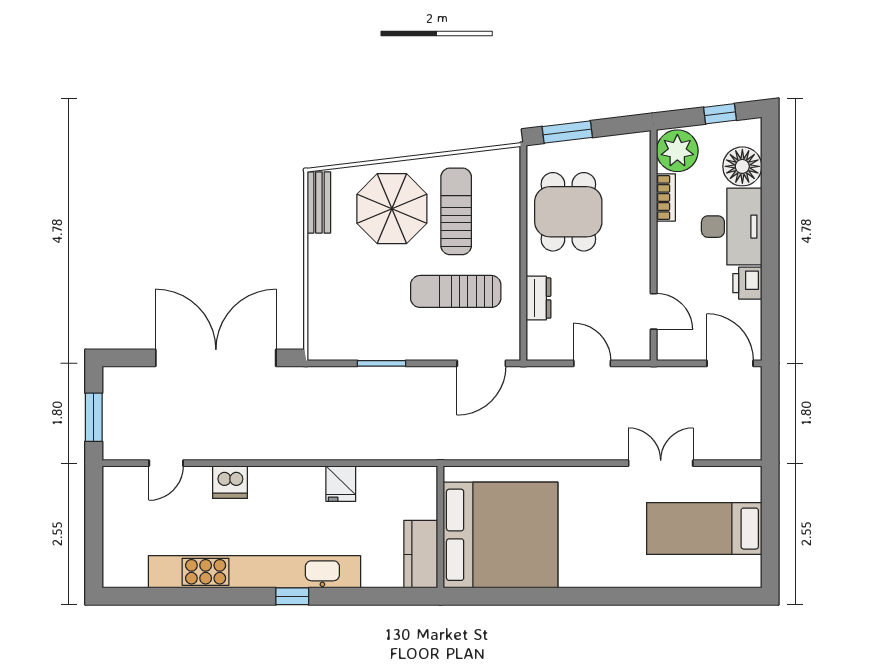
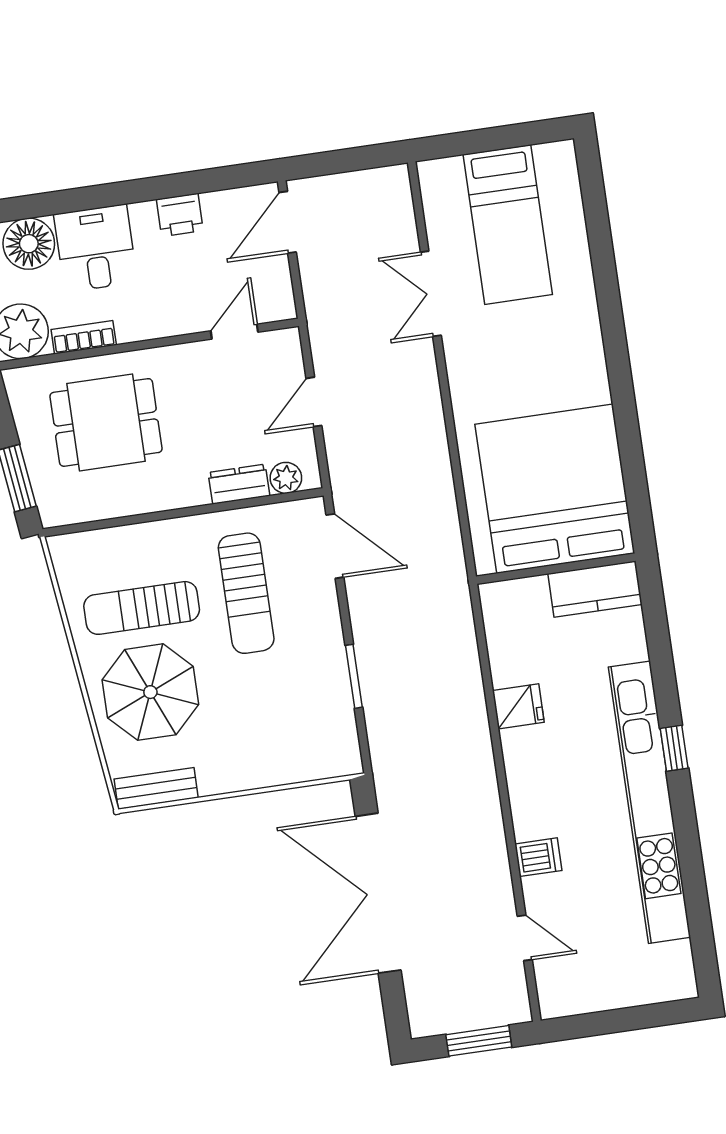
dining table: (568, 212) -> (106, 422), moved
desk: (732, 227) -> (96, 248), width x0.73
plant: (538, 334) -> (286, 478), added
dishwasher: (230, 482) -> (538, 857), width x0.73

